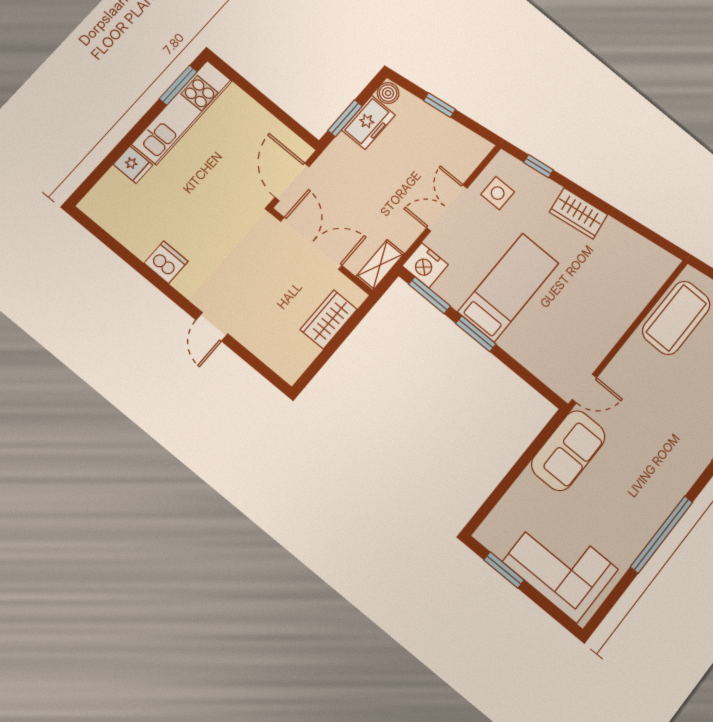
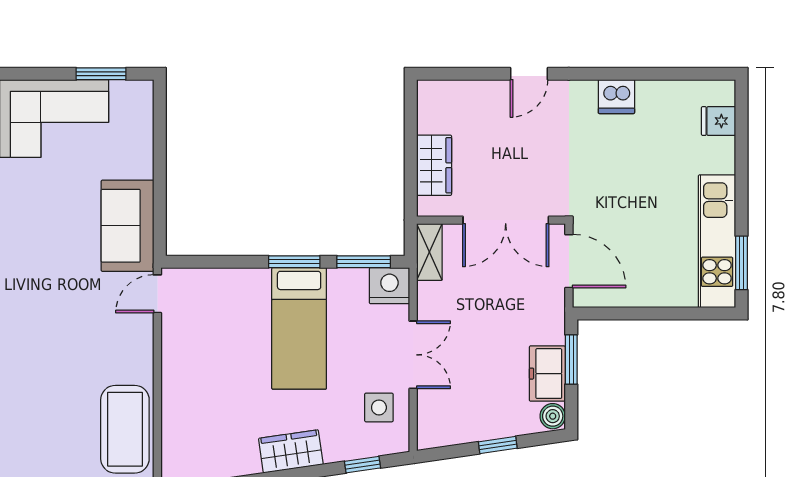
fridge: (133, 165) -> (719, 121), moved
door: (212, 327) -> (529, 74), swing flipped

